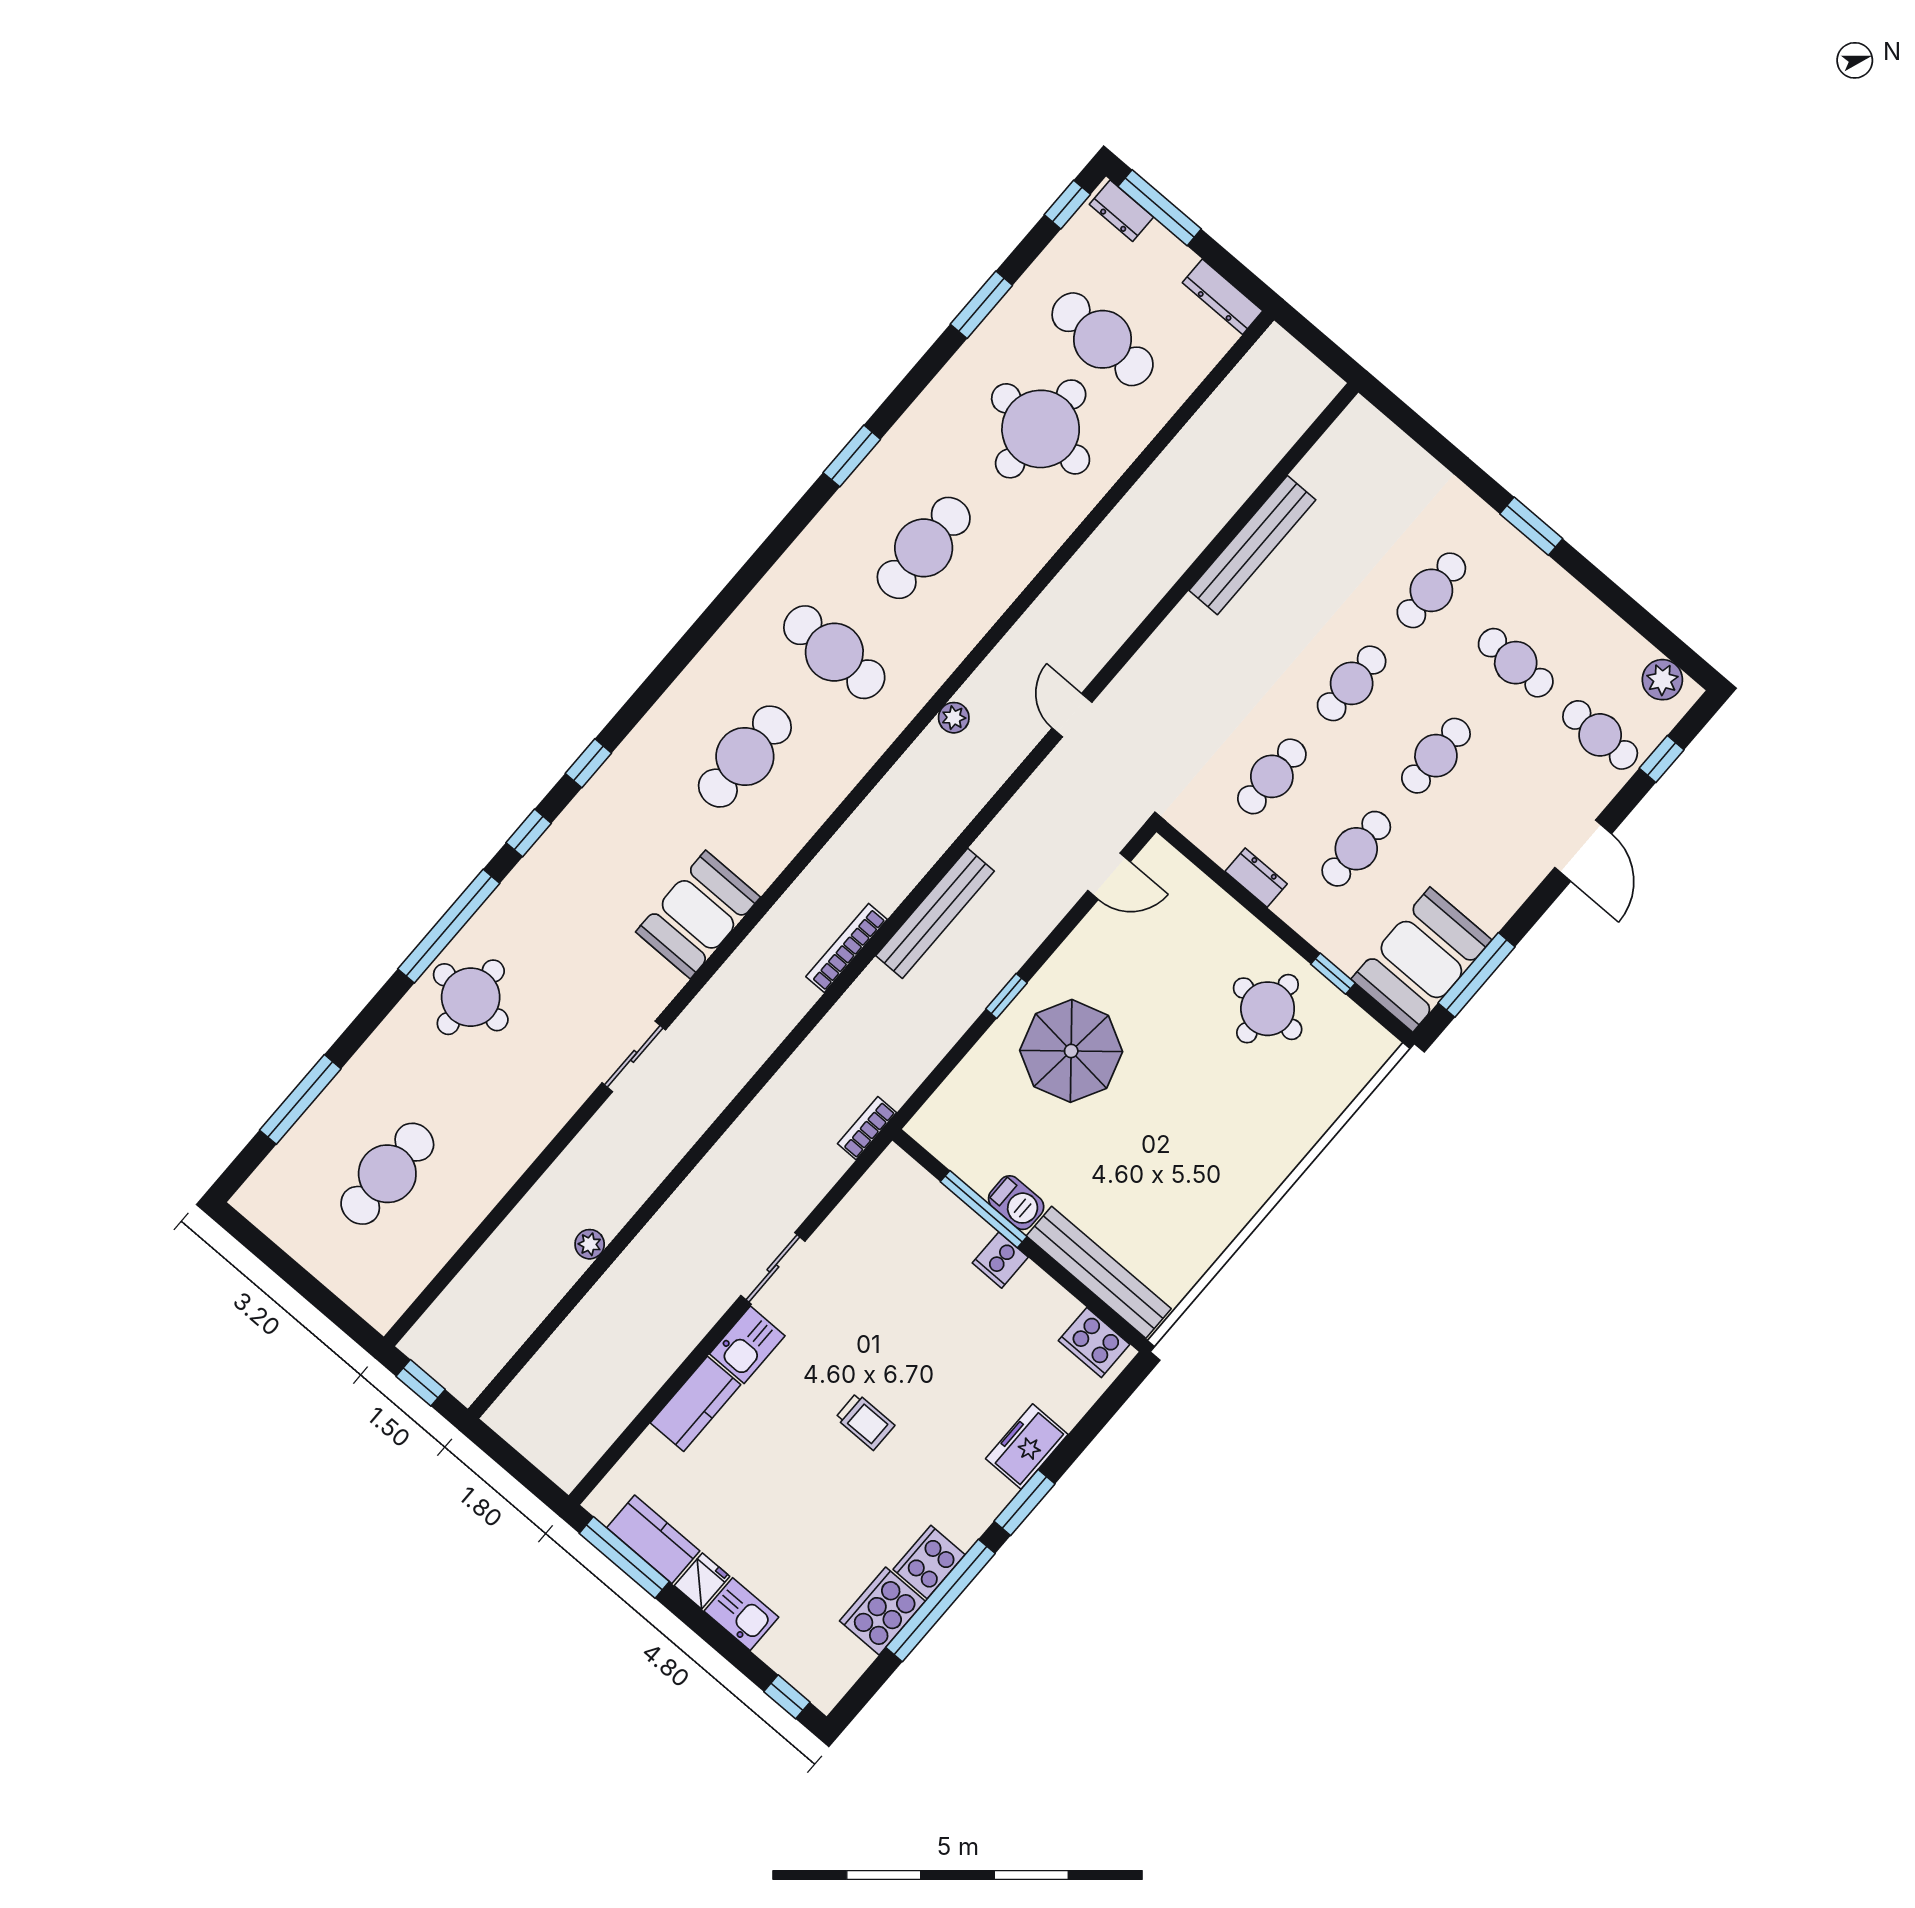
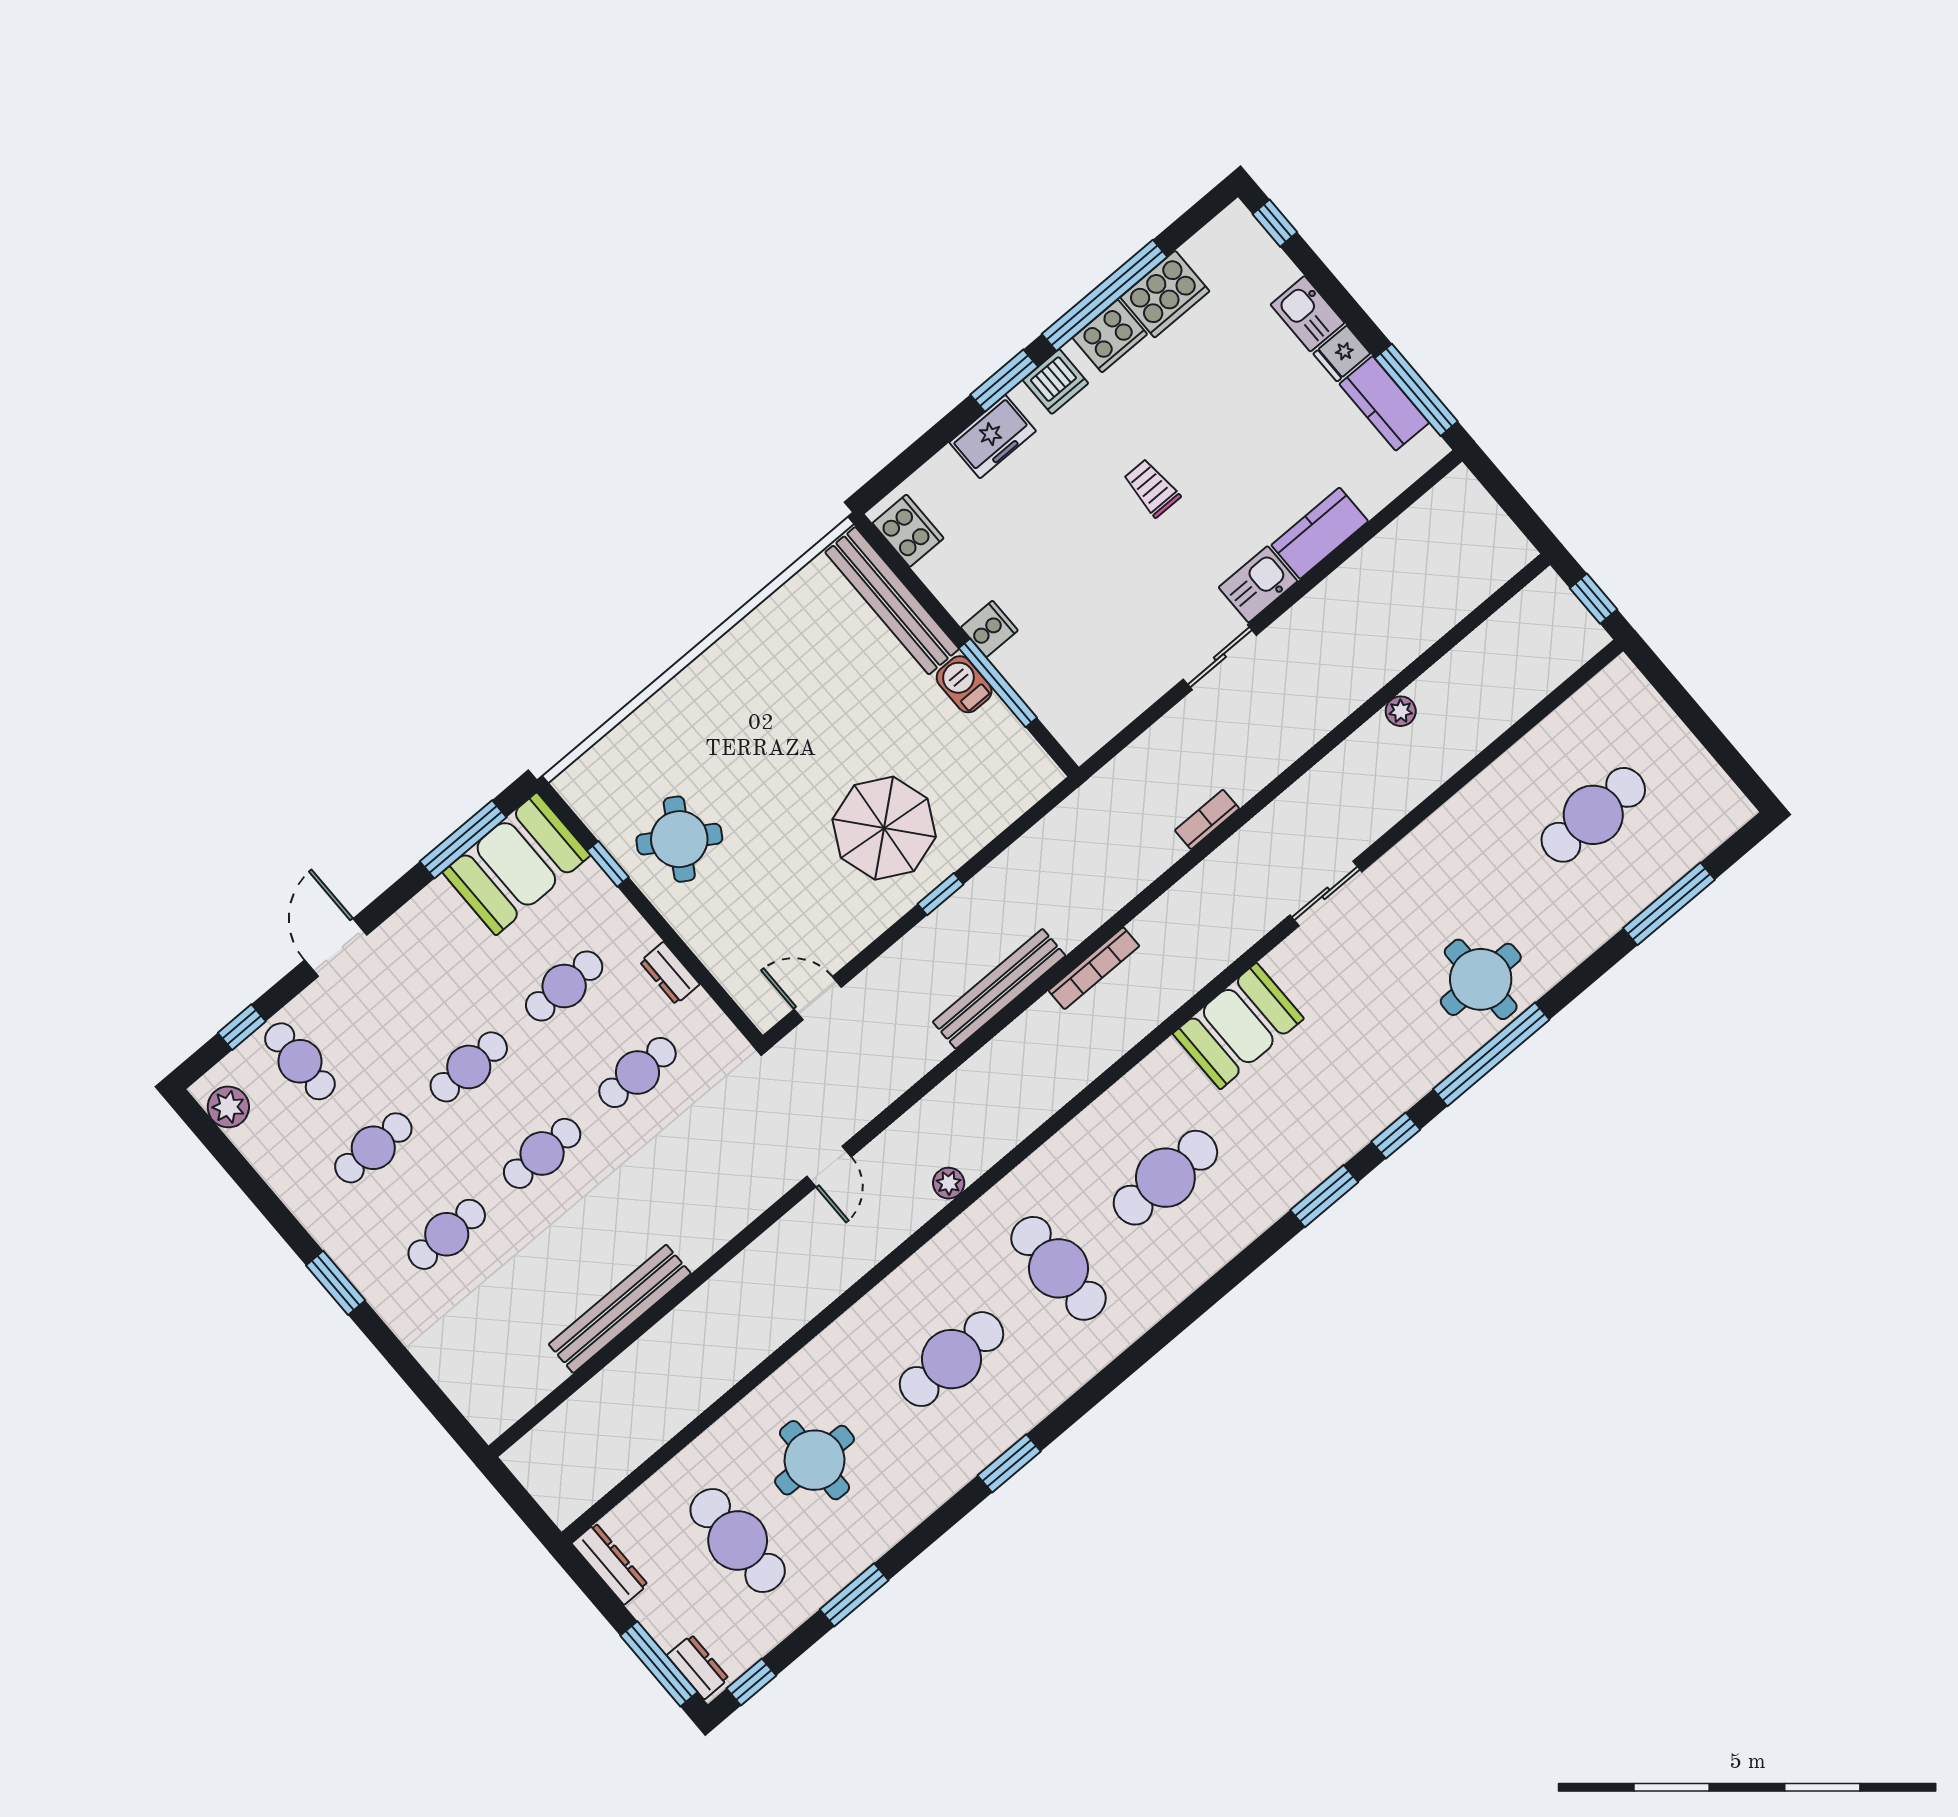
round table: (1041, 429) -> (814, 1460), width x0.73, depth x0.73
cafe table: (1516, 663) -> (373, 1148), turned 90
window: (588, 763) -> (1324, 1196), width x1.50
round table: (1268, 1009) -> (679, 839), turned 32
bookcase: (867, 1128) -> (1207, 819), moved, turned 180
dishwasher: (975, 1510) -> (1056, 382), added

